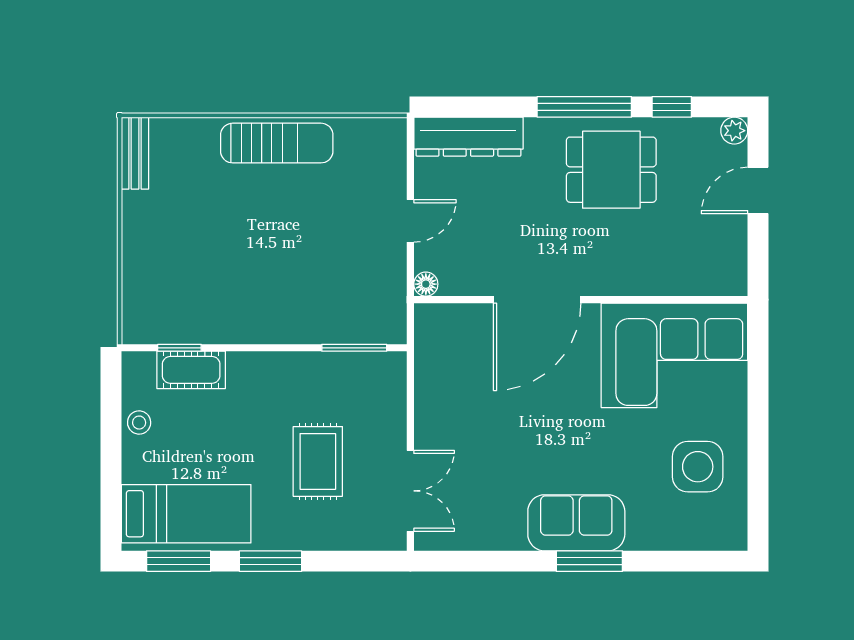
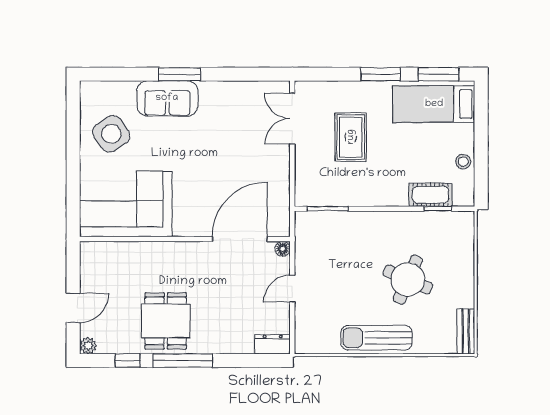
dresser: (468, 137) -> (273, 344), width x0.51, depth x0.80
dining table: (611, 170) -> (166, 321), turned 90
round table: (227, 235) -> (408, 280), added
door: (537, 300) -> (240, 239), moved
side table: (698, 467) -> (111, 134), turned -34
sofa: (576, 523) -> (167, 98), moved

